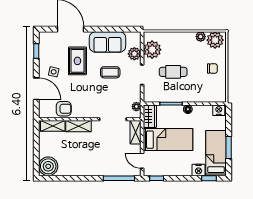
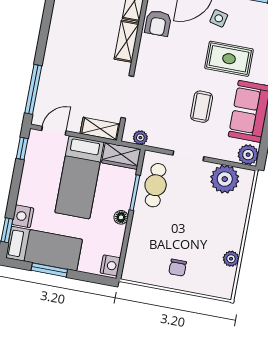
plant: (215, 40) -> (221, 280), removed
plant: (134, 54) -> (248, 155), moved
cafe table: (173, 72) -> (156, 185), moved

